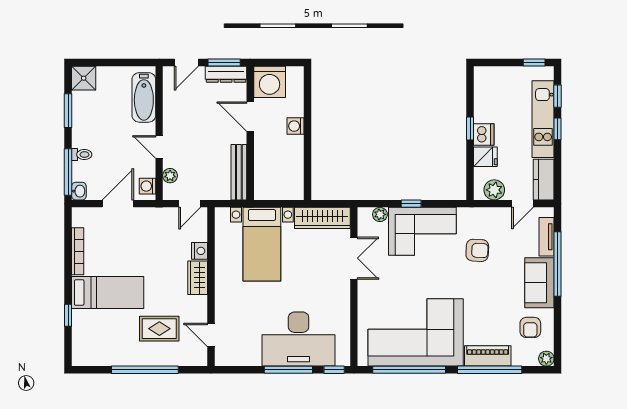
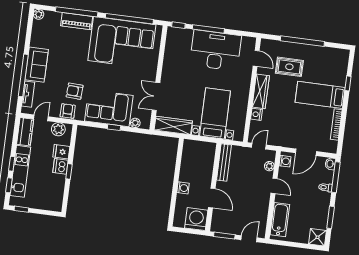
dresser: (226, 74) -> (224, 228), removed
wardrobe: (198, 278) -> (261, 91), width x1.50
armchair: (530, 327) -> (68, 111), moved
desk: (299, 339) -> (216, 50), moved

